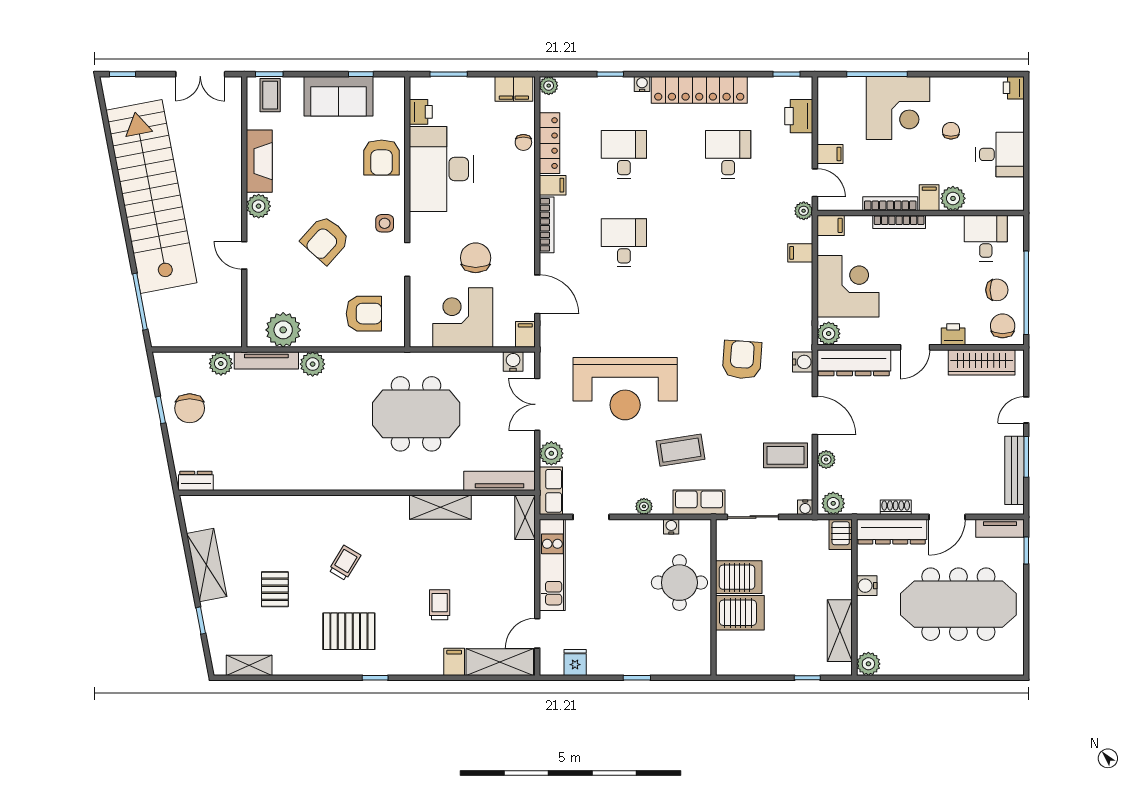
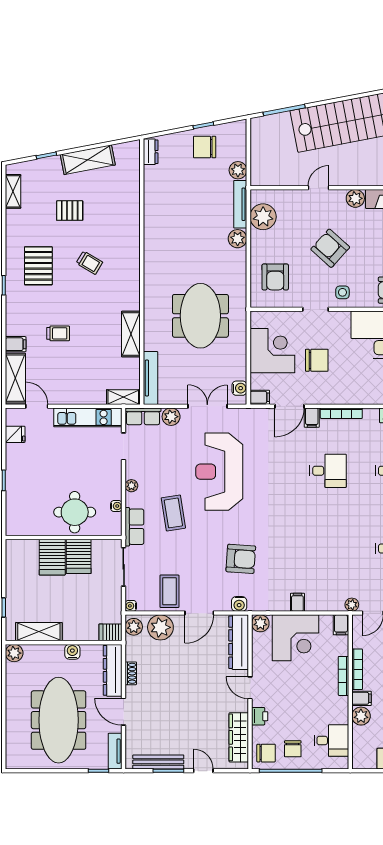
filing cabinet: (553, 185) -> (312, 418), moved
filing cabinet: (800, 253) -> (297, 602), moved
plant: (826, 460) -> (160, 627), width x1.88, depth x1.88

